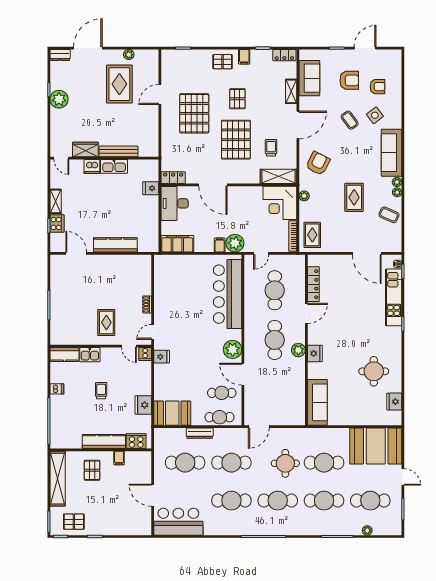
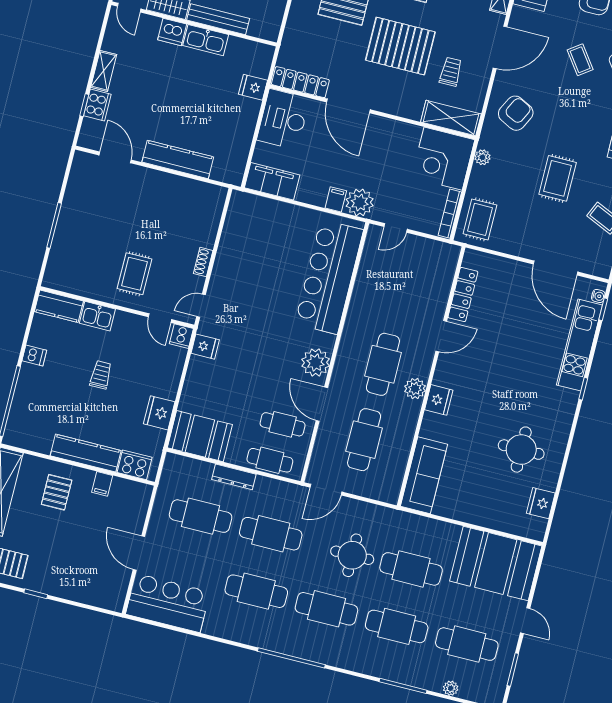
pallet: (236, 140) -> (400, 46), turned 90
locker: (173, 178) -> (300, 82), width x1.53
cafe table: (275, 290) -> (364, 440), moved

